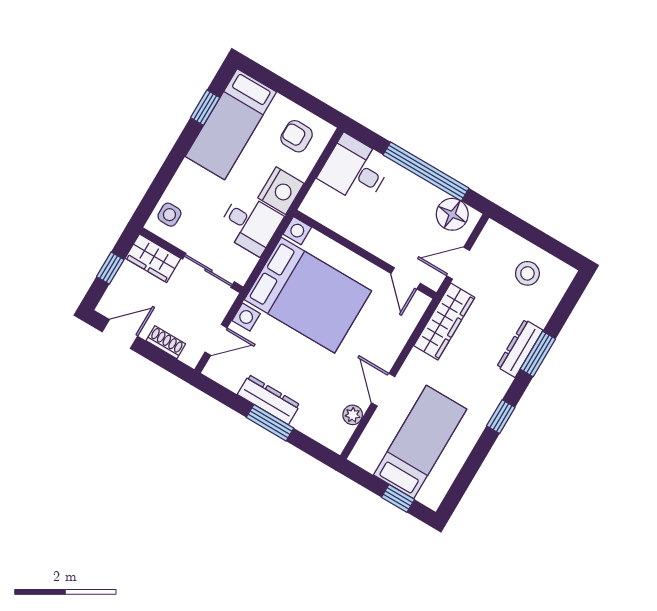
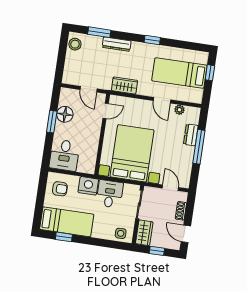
armchair: (297, 136) -> (60, 189), turned -90
window: (426, 172) -> (52, 122), width x0.47
floor lamp: (452, 214) -> (65, 114), moved
stool: (527, 273) -> (75, 44), moved
wardrobe: (444, 321) -> (124, 85), width x0.67
window: (538, 354) -> (99, 32), moved
door: (383, 390) -> (162, 100), hinge flipped
dresser: (269, 400) -> (191, 135), moved, width x0.70
window: (270, 423) -> (199, 147), width x1.44

